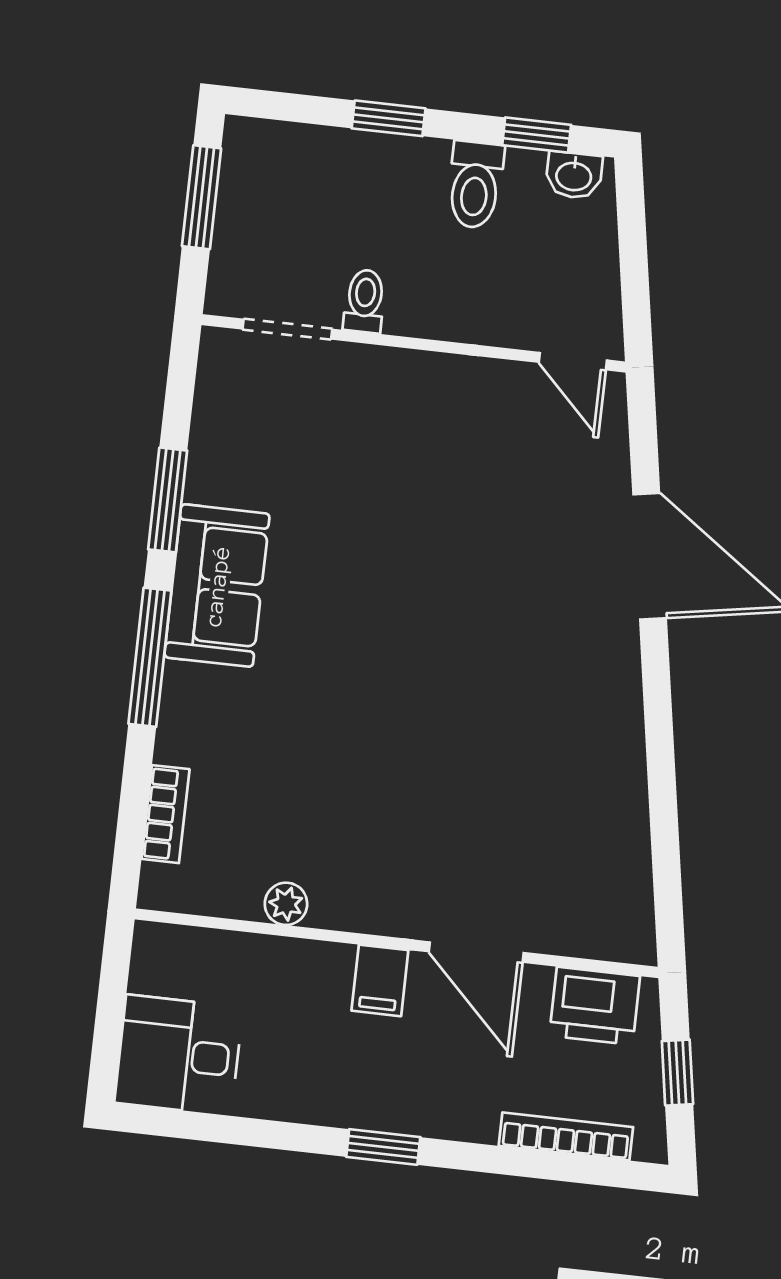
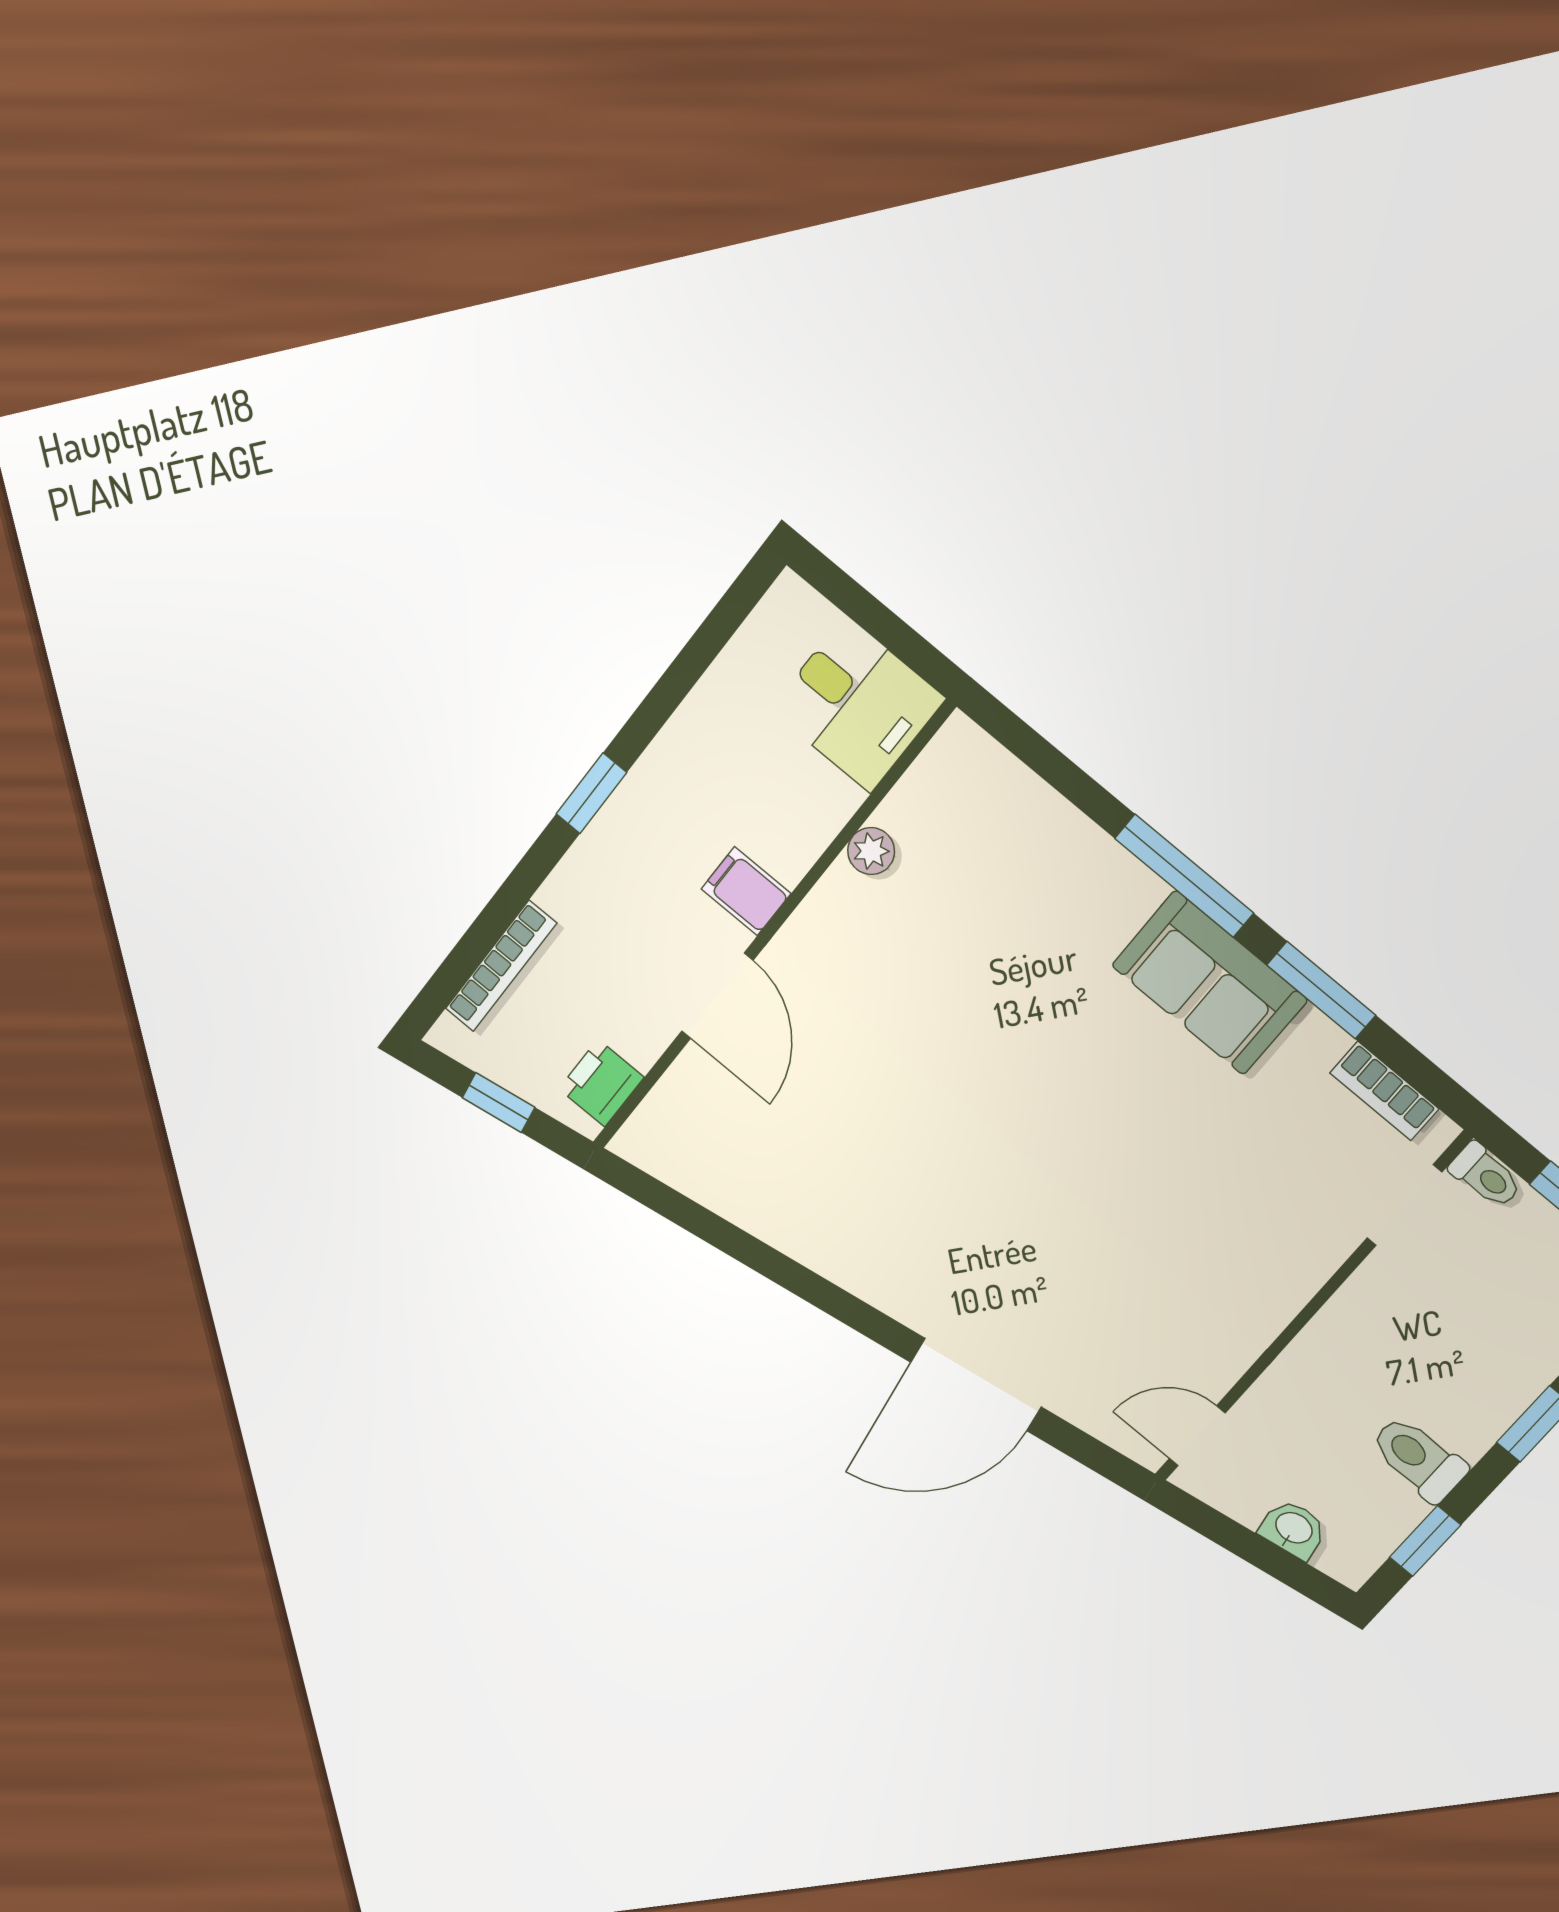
washbasin: (574, 175) -> (1293, 1529), moved, turned 81
toilet: (365, 301) -> (1486, 1176), moved
bookcase: (165, 814) -> (1384, 1091), moved
door: (476, 952) -> (717, 996), swing flipped
printer: (595, 1006) -> (601, 1083), width x0.73, depth x0.81
desk: (179, 1055) -> (858, 704), moved, turned 90

